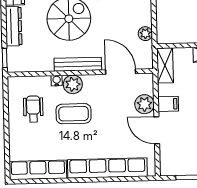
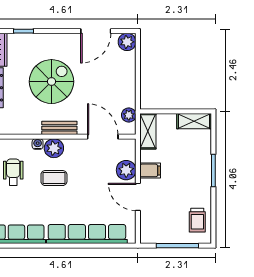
plant: (145, 34) -> (129, 115), moved
bench: (78, 64) -> (59, 128), width x0.73
coffee table: (74, 114) -> (54, 178), width x0.73, depth x0.77

